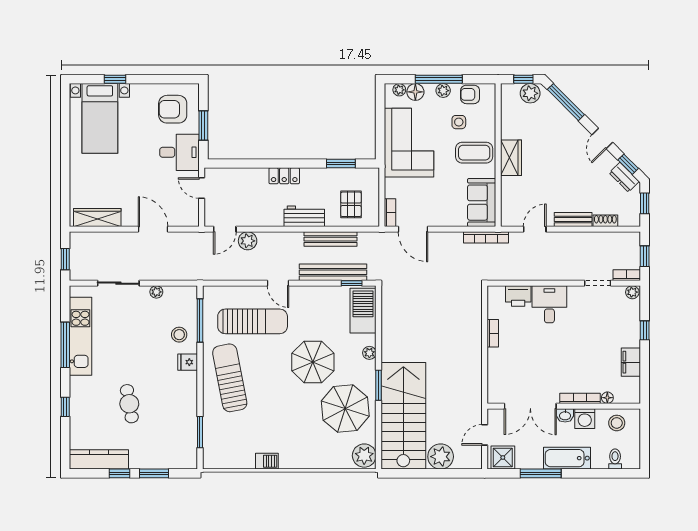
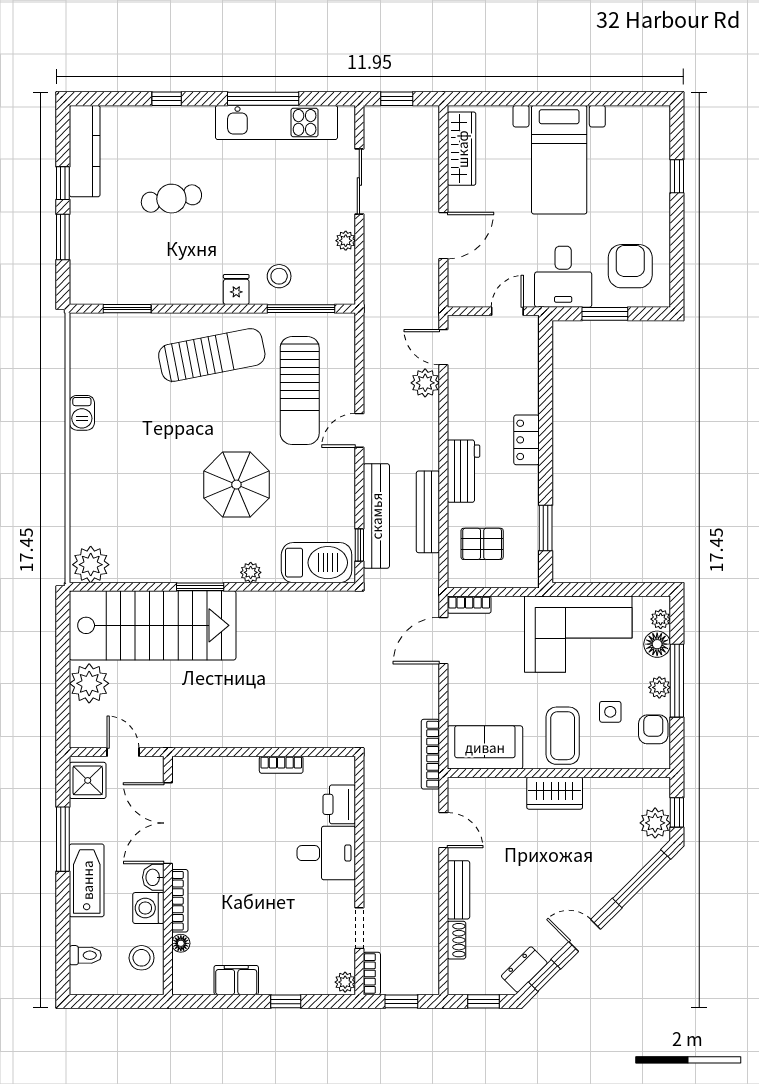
bed with nightstands: (100, 118) -> (559, 160), moved, turned -90
parasol: (345, 409) -> (164, 535), removed

